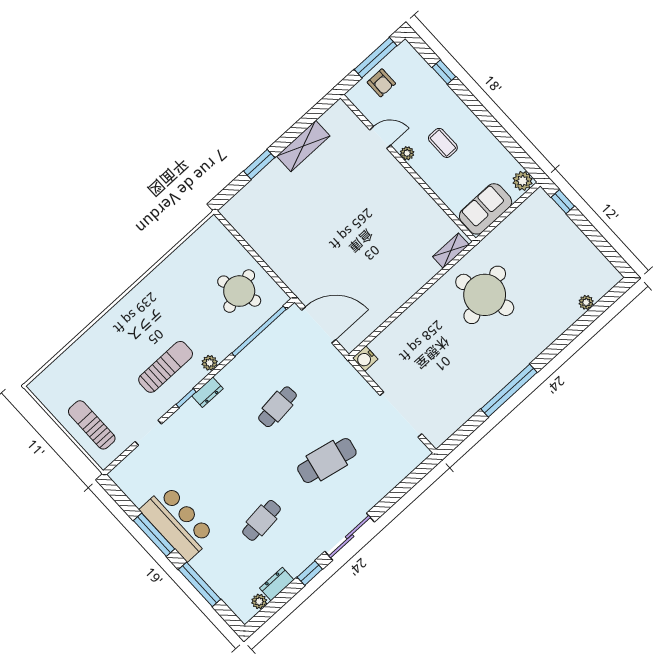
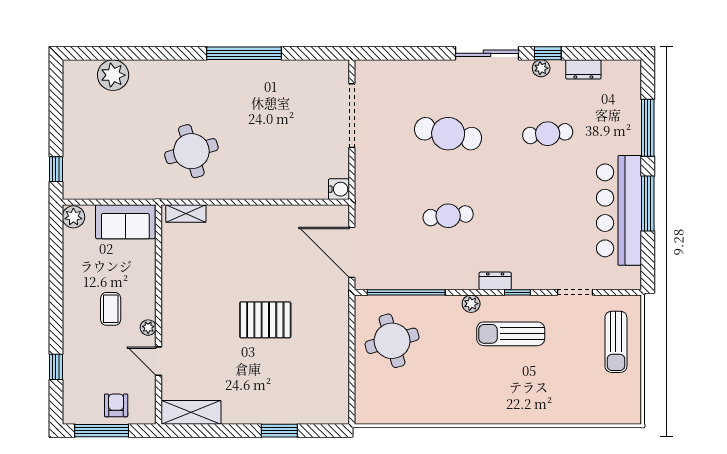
shelving: (303, 146) -> (191, 412), moved
pallet: (335, 229) -> (265, 320), added
round table: (485, 295) -> (191, 151), width x0.73, depth x0.73
plant: (586, 302) -> (113, 75), width x1.87, depth x1.87
bar counter: (178, 523) -> (619, 210), width x1.36
plant: (259, 601) -> (541, 68), moved

